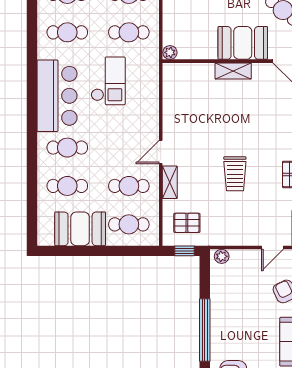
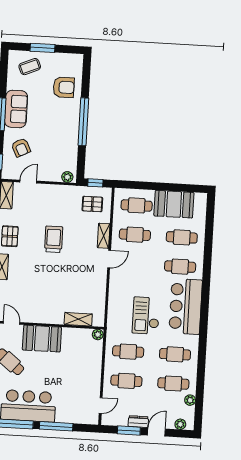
shelving: (233, 71) -> (78, 319), moved

